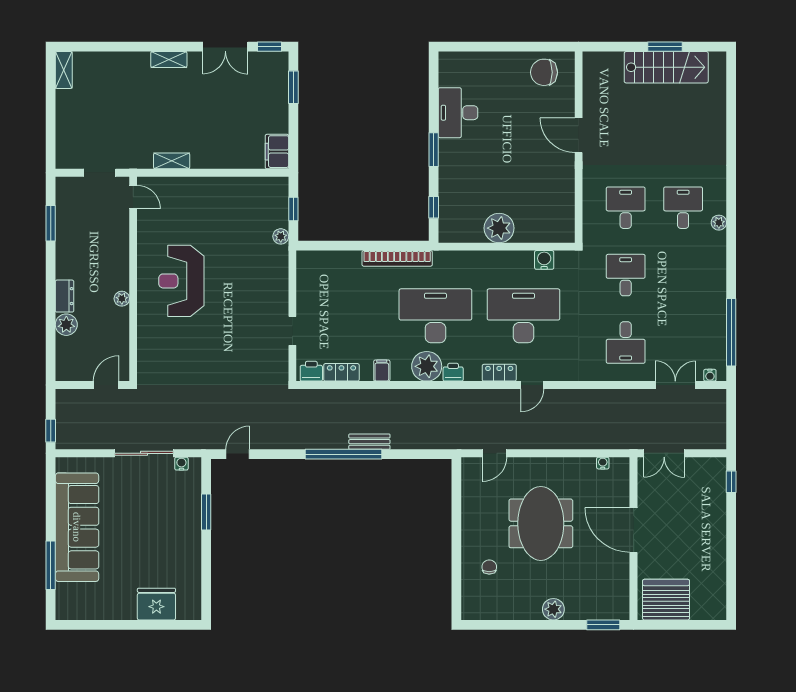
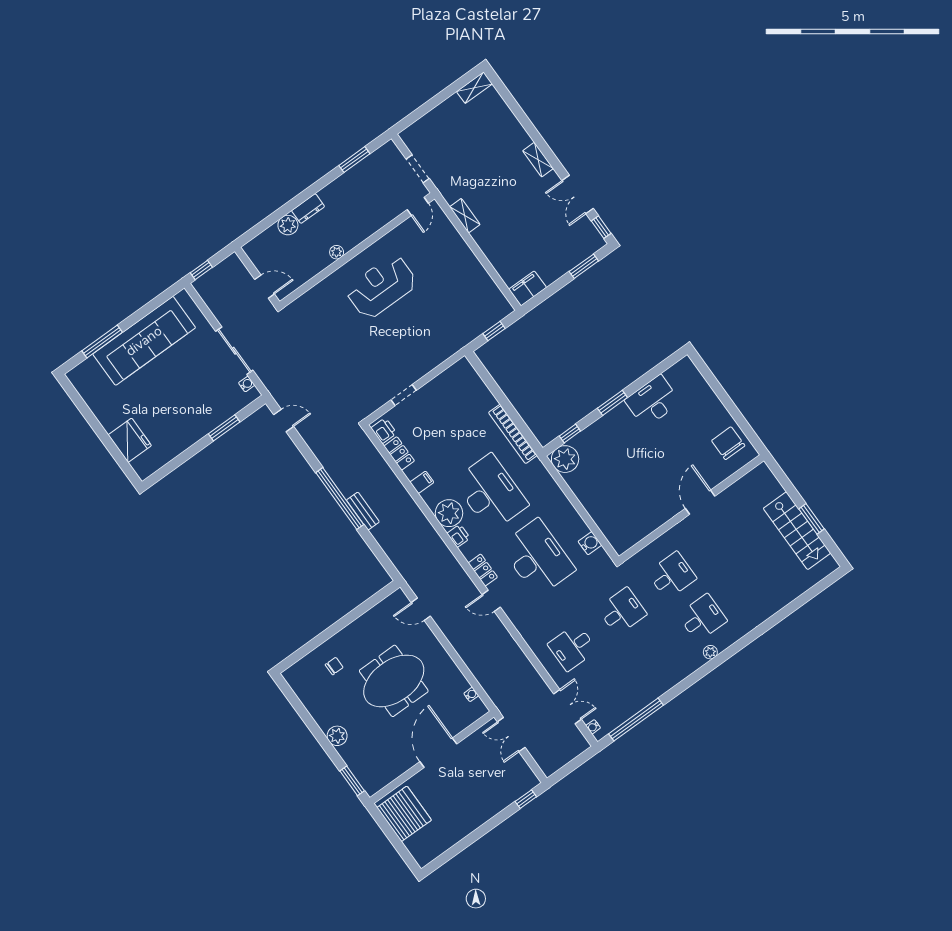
plant: (499, 228) -> (565, 459), moved
plant: (281, 236) -> (467, 336), removed

